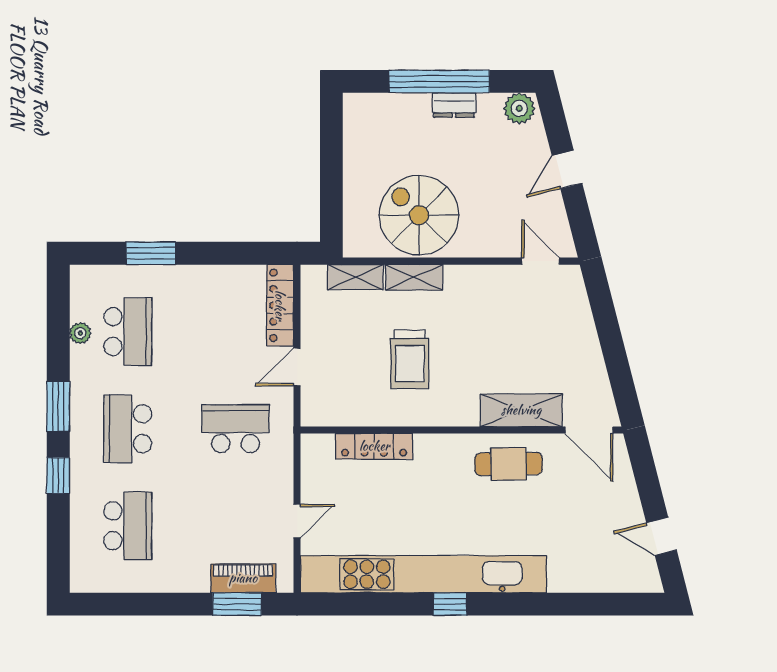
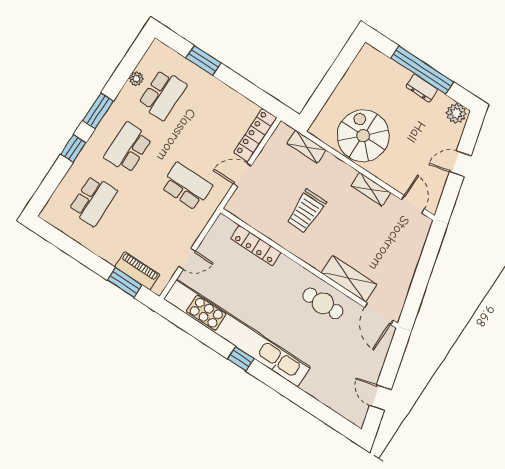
shelving: (414, 277) -> (371, 189), moved

